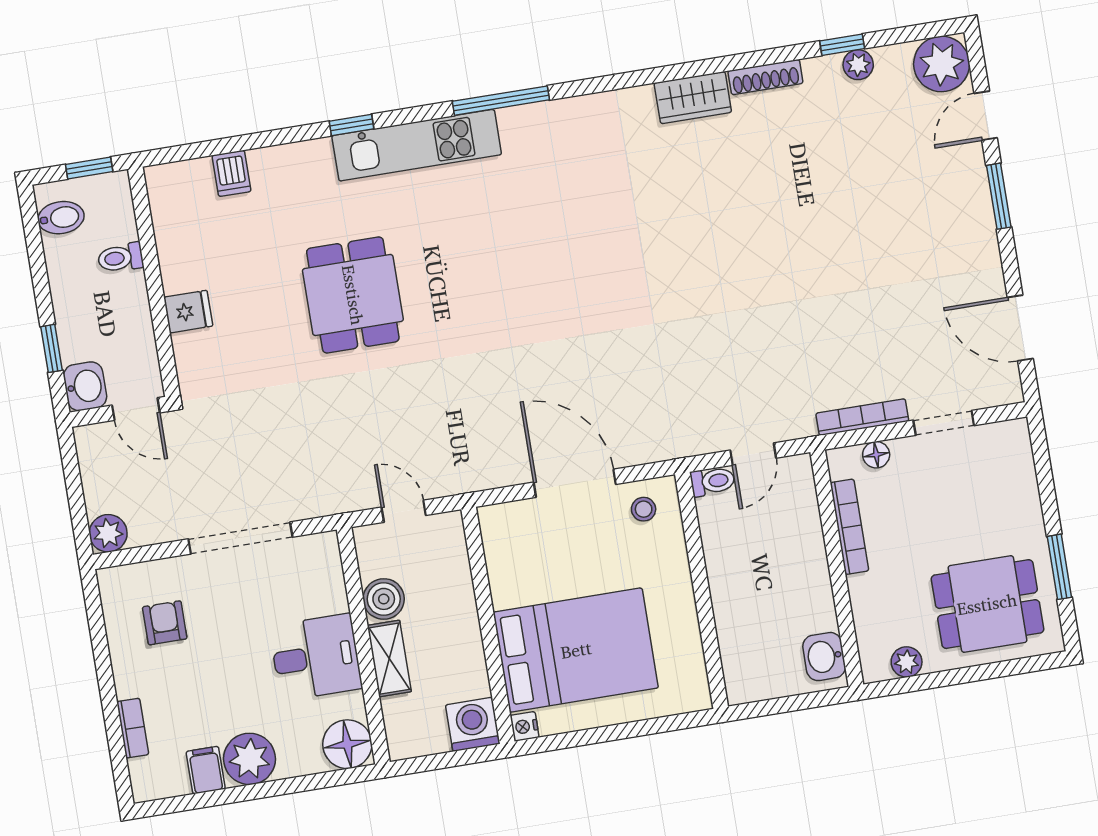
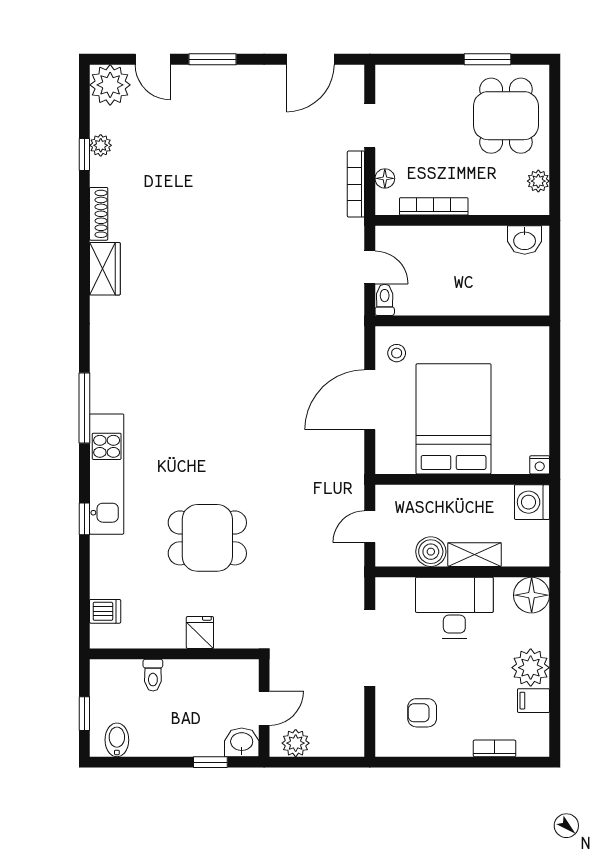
toilet: (121, 258) -> (153, 675), moved
wall: (154, 282) -> (174, 654), moved
fridge: (188, 312) -> (200, 632), moved
plant: (108, 533) -> (296, 743), moved
bed: (576, 650) -> (454, 419), moved
desk: (316, 657) -> (454, 608), width x1.37

